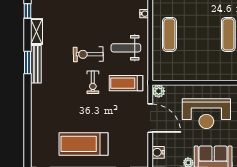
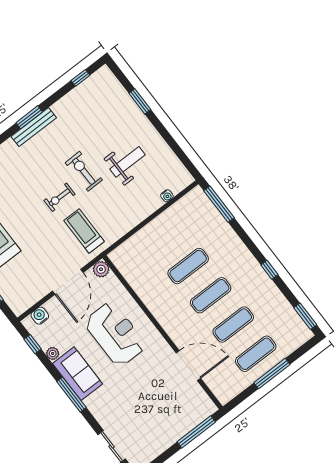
shelving: (36, 32) -> (67, 103), removed
exercise mat: (169, 34) -> (188, 266), moved
weight bench: (126, 48) -> (128, 162), moved, turned 90
reception desk: (206, 114) -> (115, 334), turned 180

